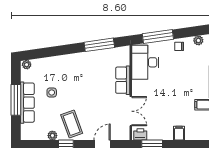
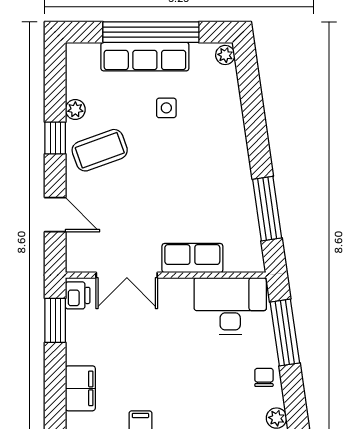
window: (16, 100) -> (151, 32), width x1.46
filing cabinet: (179, 133) -> (80, 388), width x2.00

